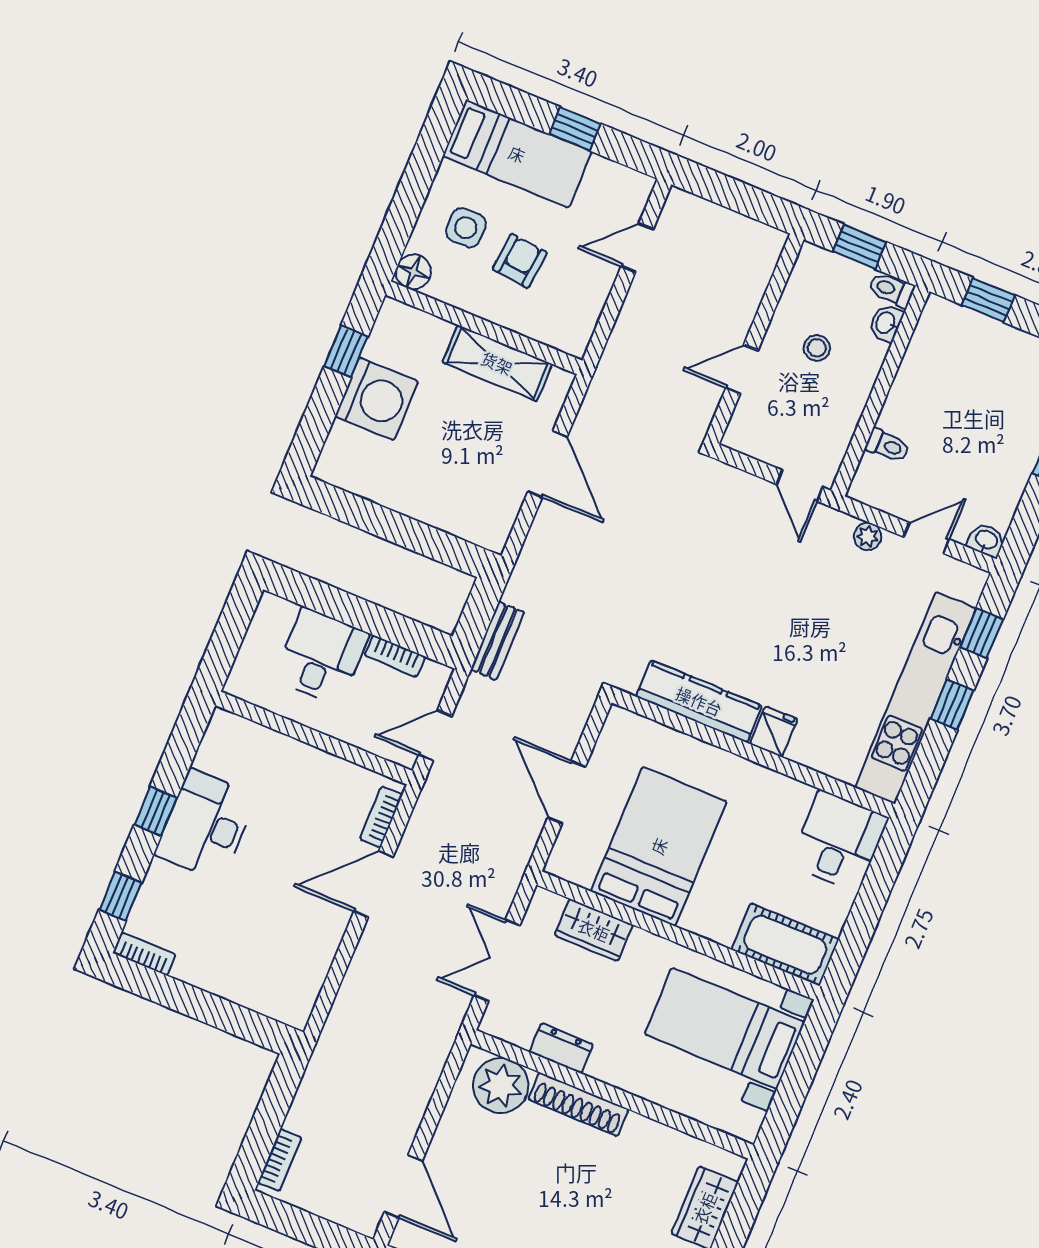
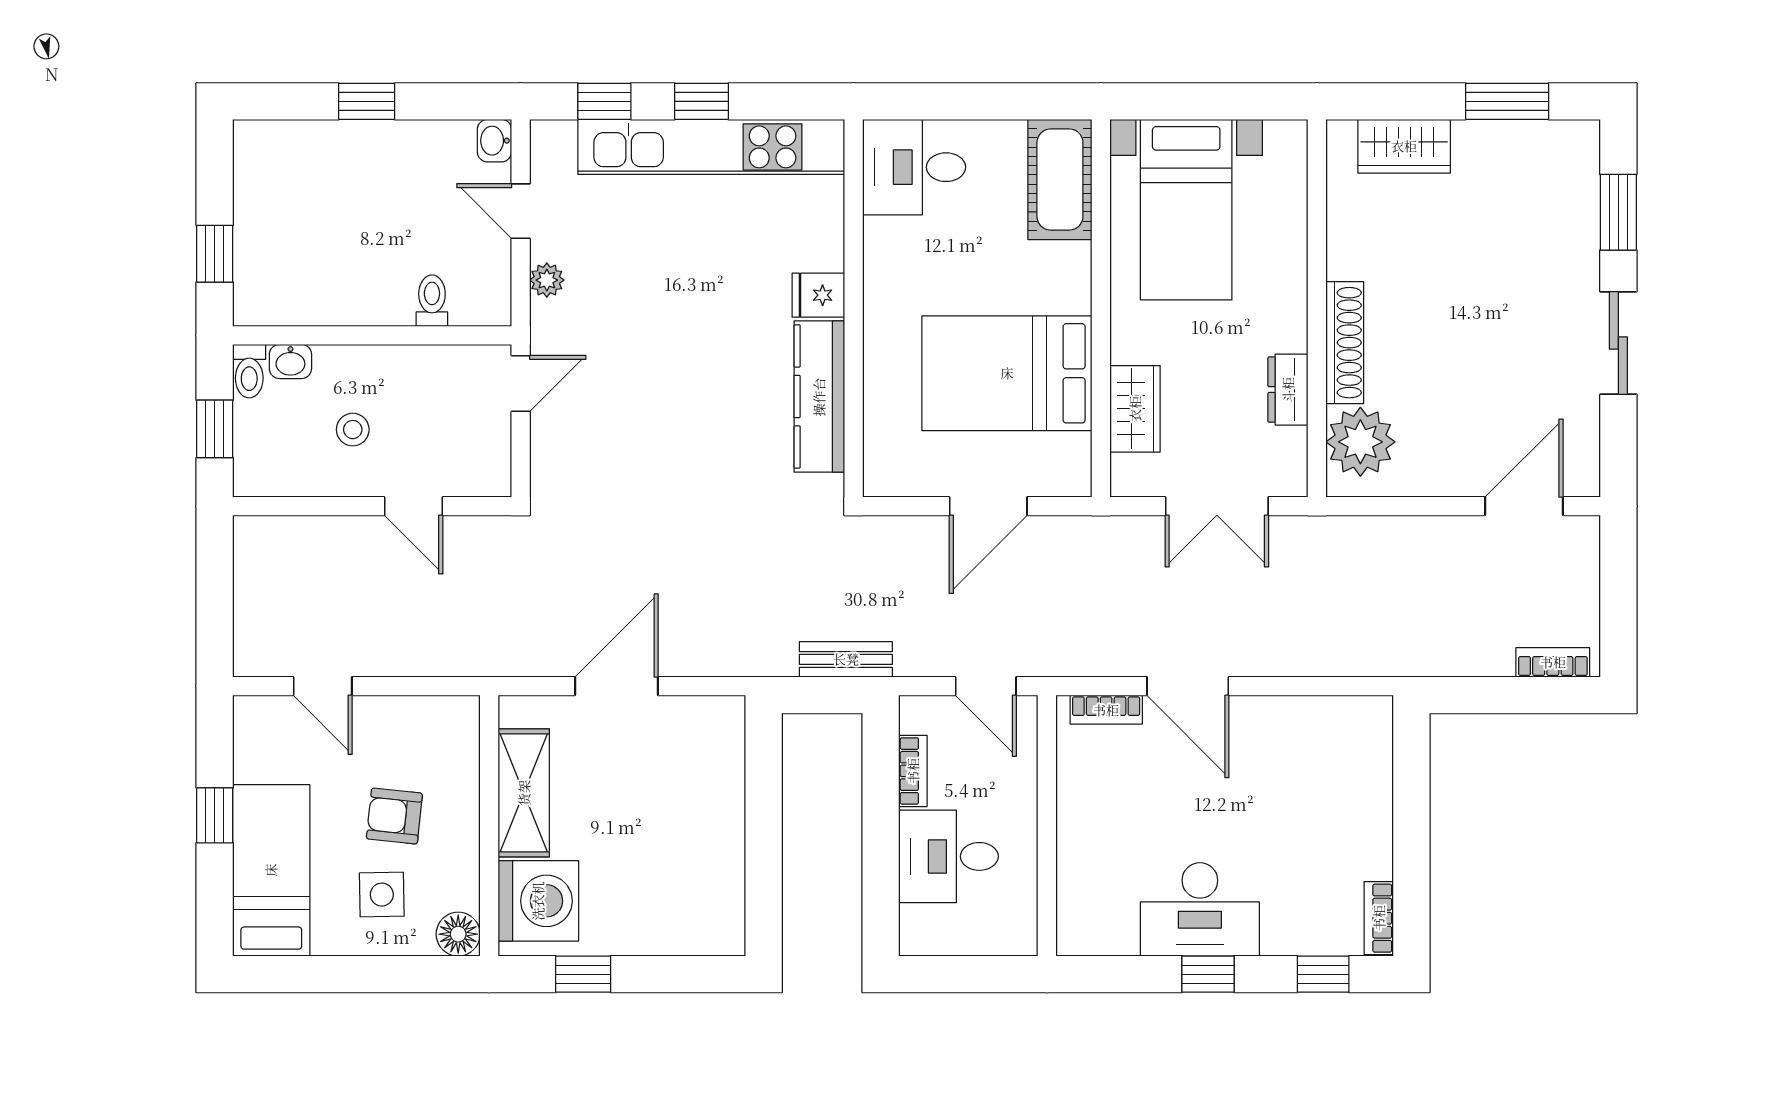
washing machine: (377, 399) -> (538, 901), moved, turned 90

